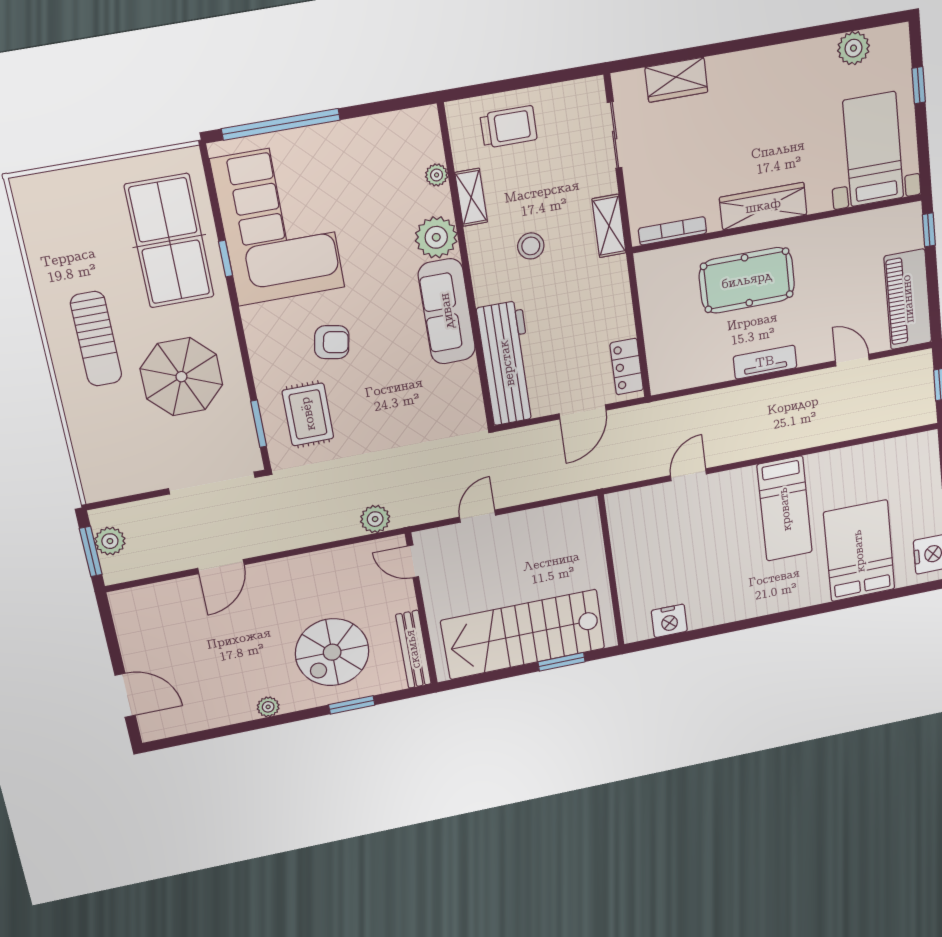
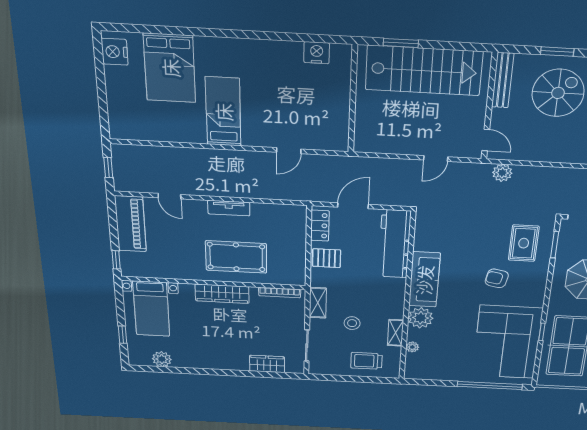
stool: (531, 246) -> (352, 323), moved
pallet: (608, 312) -> (327, 258), added

